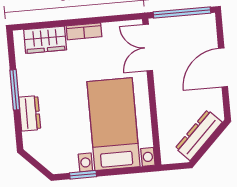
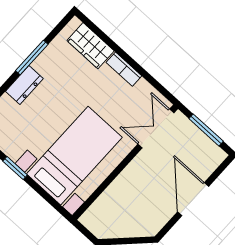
window: (182, 12) -> (206, 130), width x0.69
door: (223, 67) -> (193, 199), hinge flipped
dresser: (199, 135) -> (125, 228), removed

